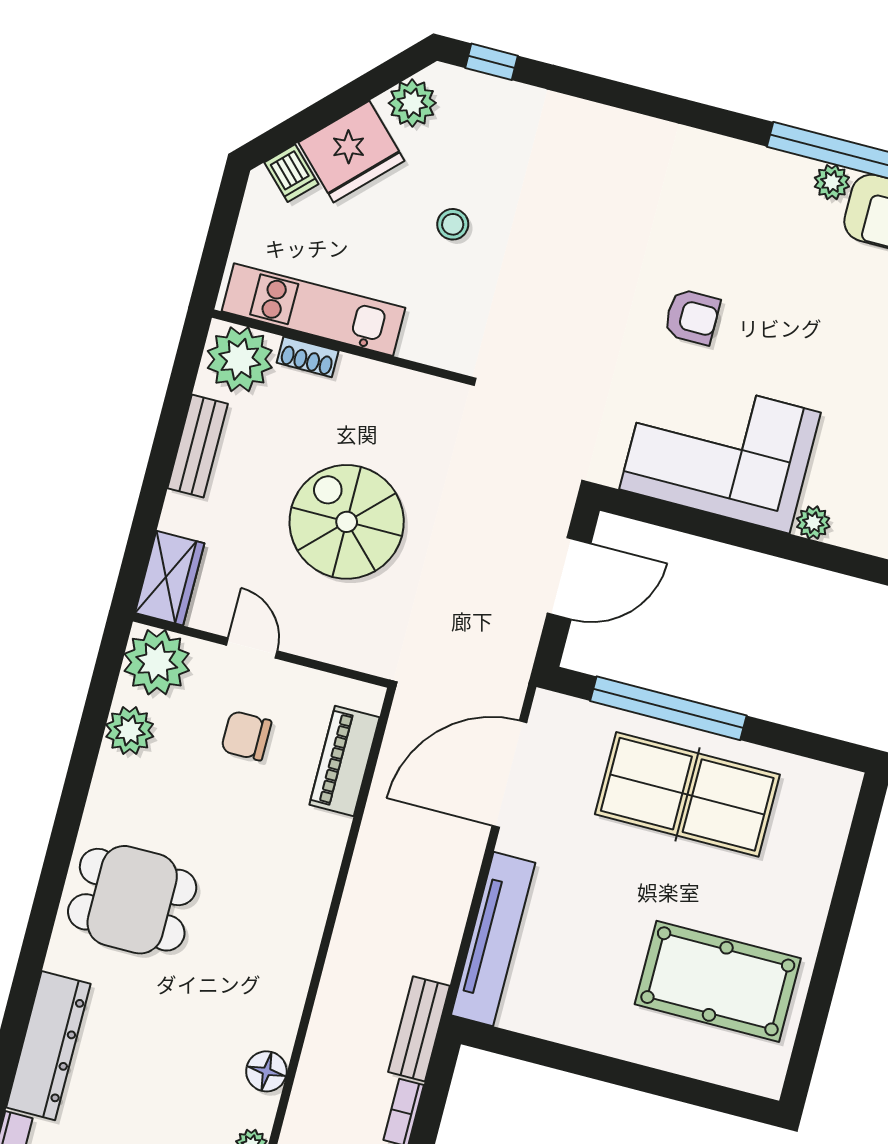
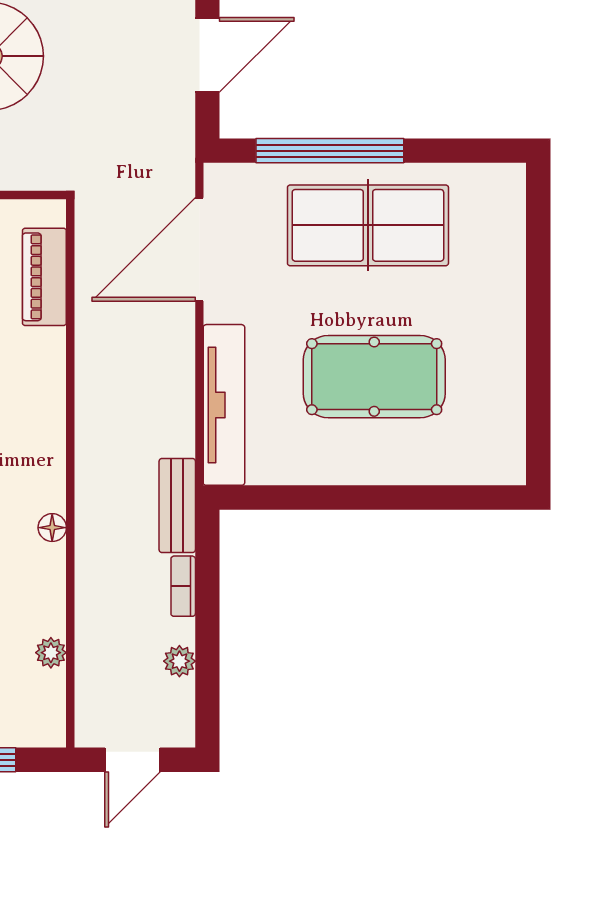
pool table: (718, 981) -> (374, 377), moved
floor lamp: (266, 1071) -> (52, 528), moved, width x0.73, depth x0.73

